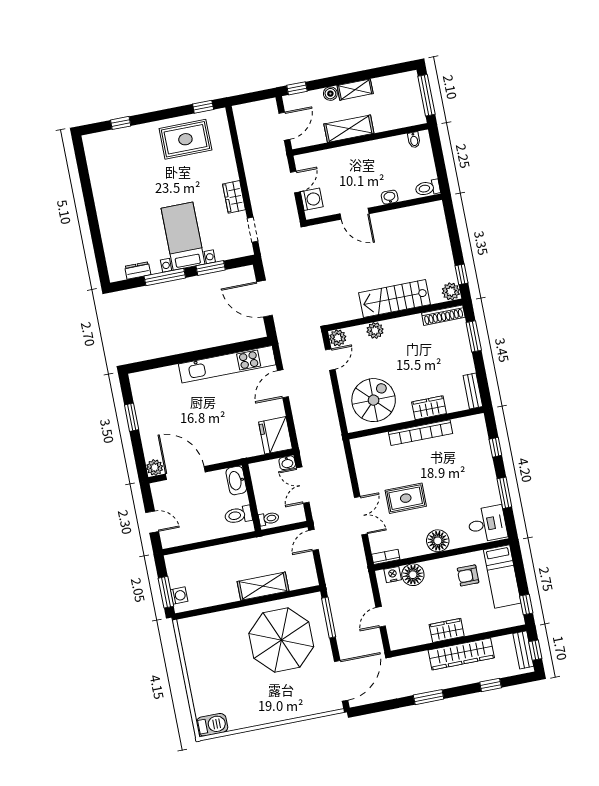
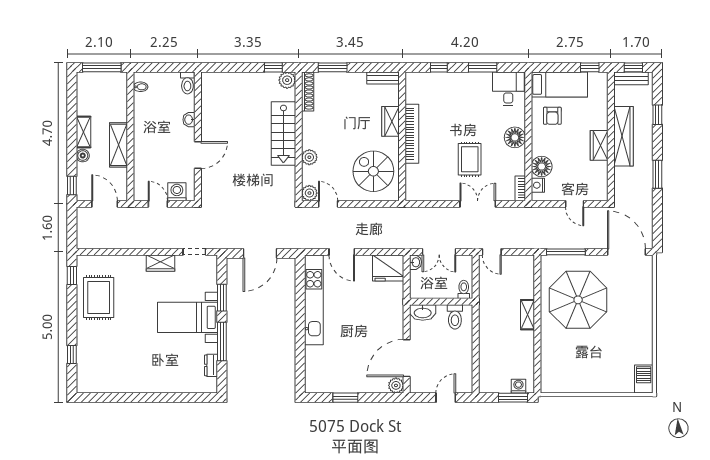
shelving: (263, 586) -> (527, 315), width x0.67, depth x0.75

